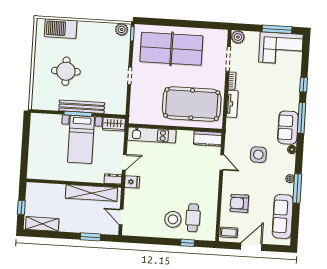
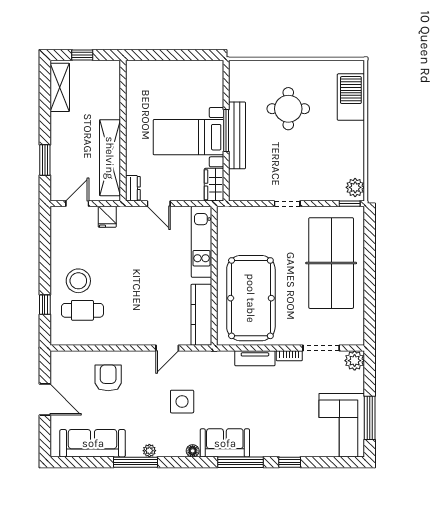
kitchen counter: (208, 139) -> (201, 315), width x1.50
fridge: (132, 182) -> (107, 217), moved
coffee table: (229, 232) -> (64, 365), removed

